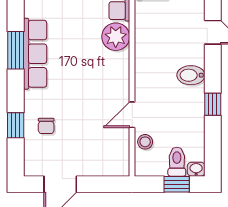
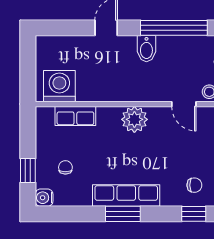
plant: (116, 37) -> (134, 119), moved
window: (213, 104) -> (174, 28), width x3.17

